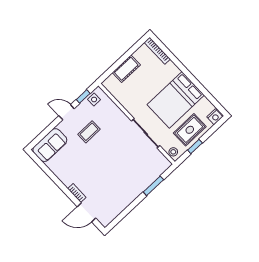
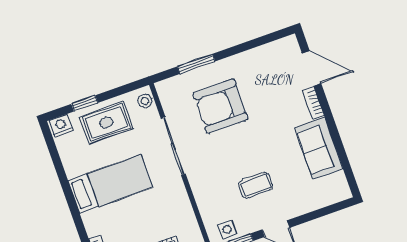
bed: (176, 100) -> (110, 184), width x0.67
sofa: (50, 145) -> (319, 148), moved, turned -90
window: (195, 146) -> (85, 103), moved
armchair: (129, 168) -> (220, 106), added

